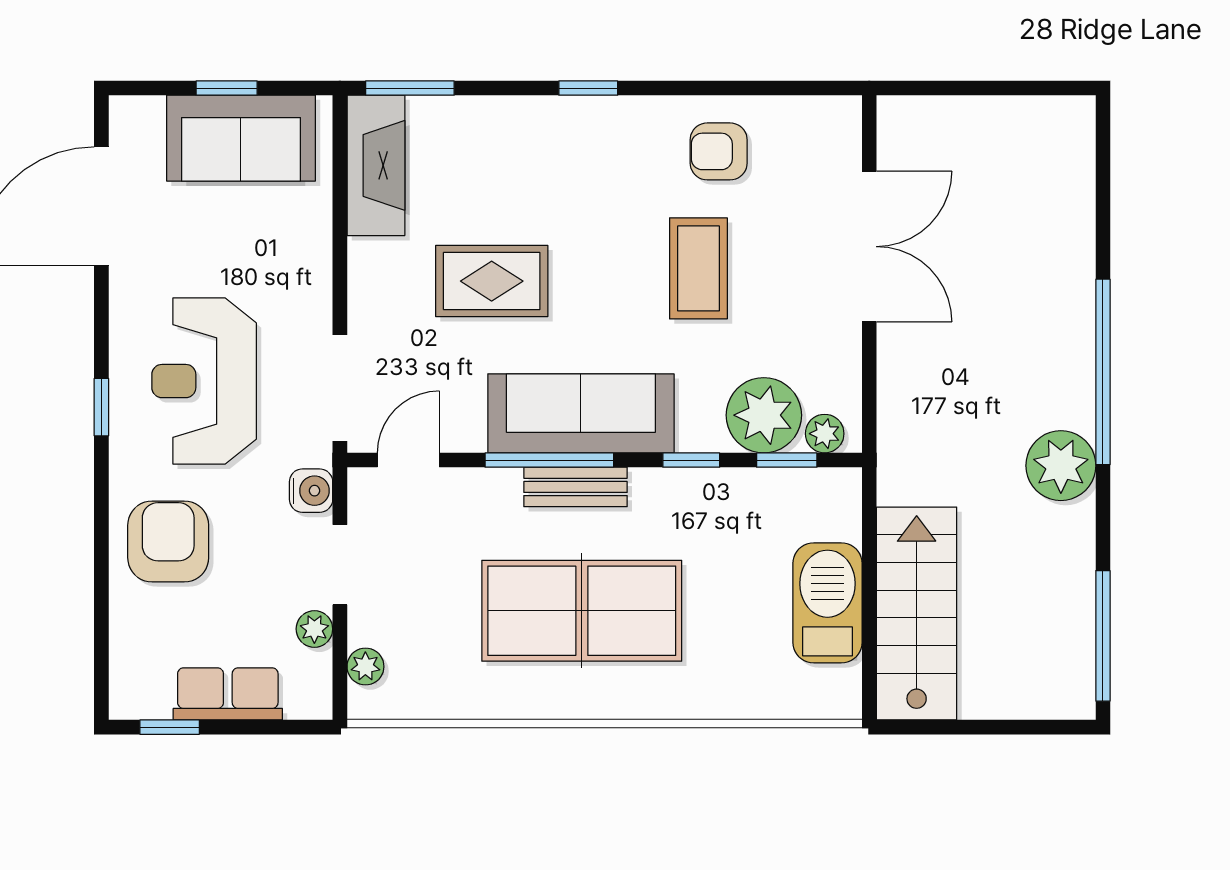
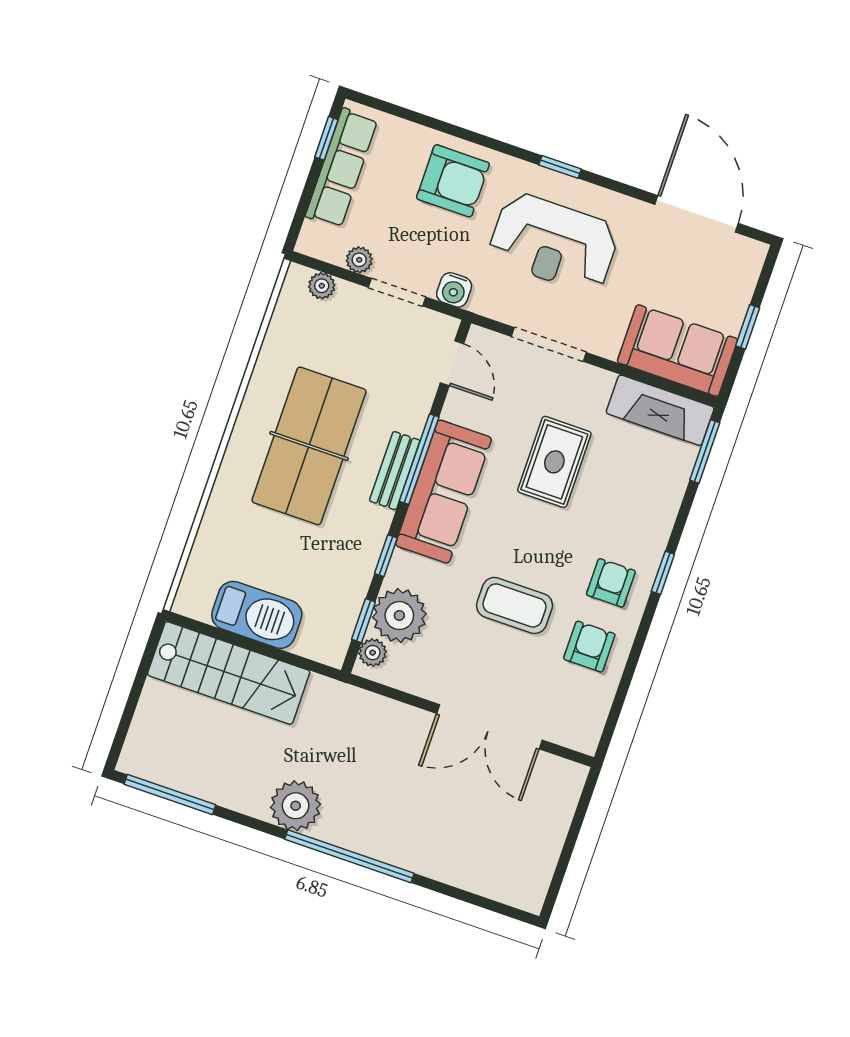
sofa: (241, 138) -> (677, 351), moved, turned 90
armchair: (625, 152) -> (611, 583), added
reception desk: (204, 381) -> (554, 243), turned 180
doorway: (340, 388) -> (549, 344), moved
row of seats: (228, 694) -> (341, 168), width x1.48

